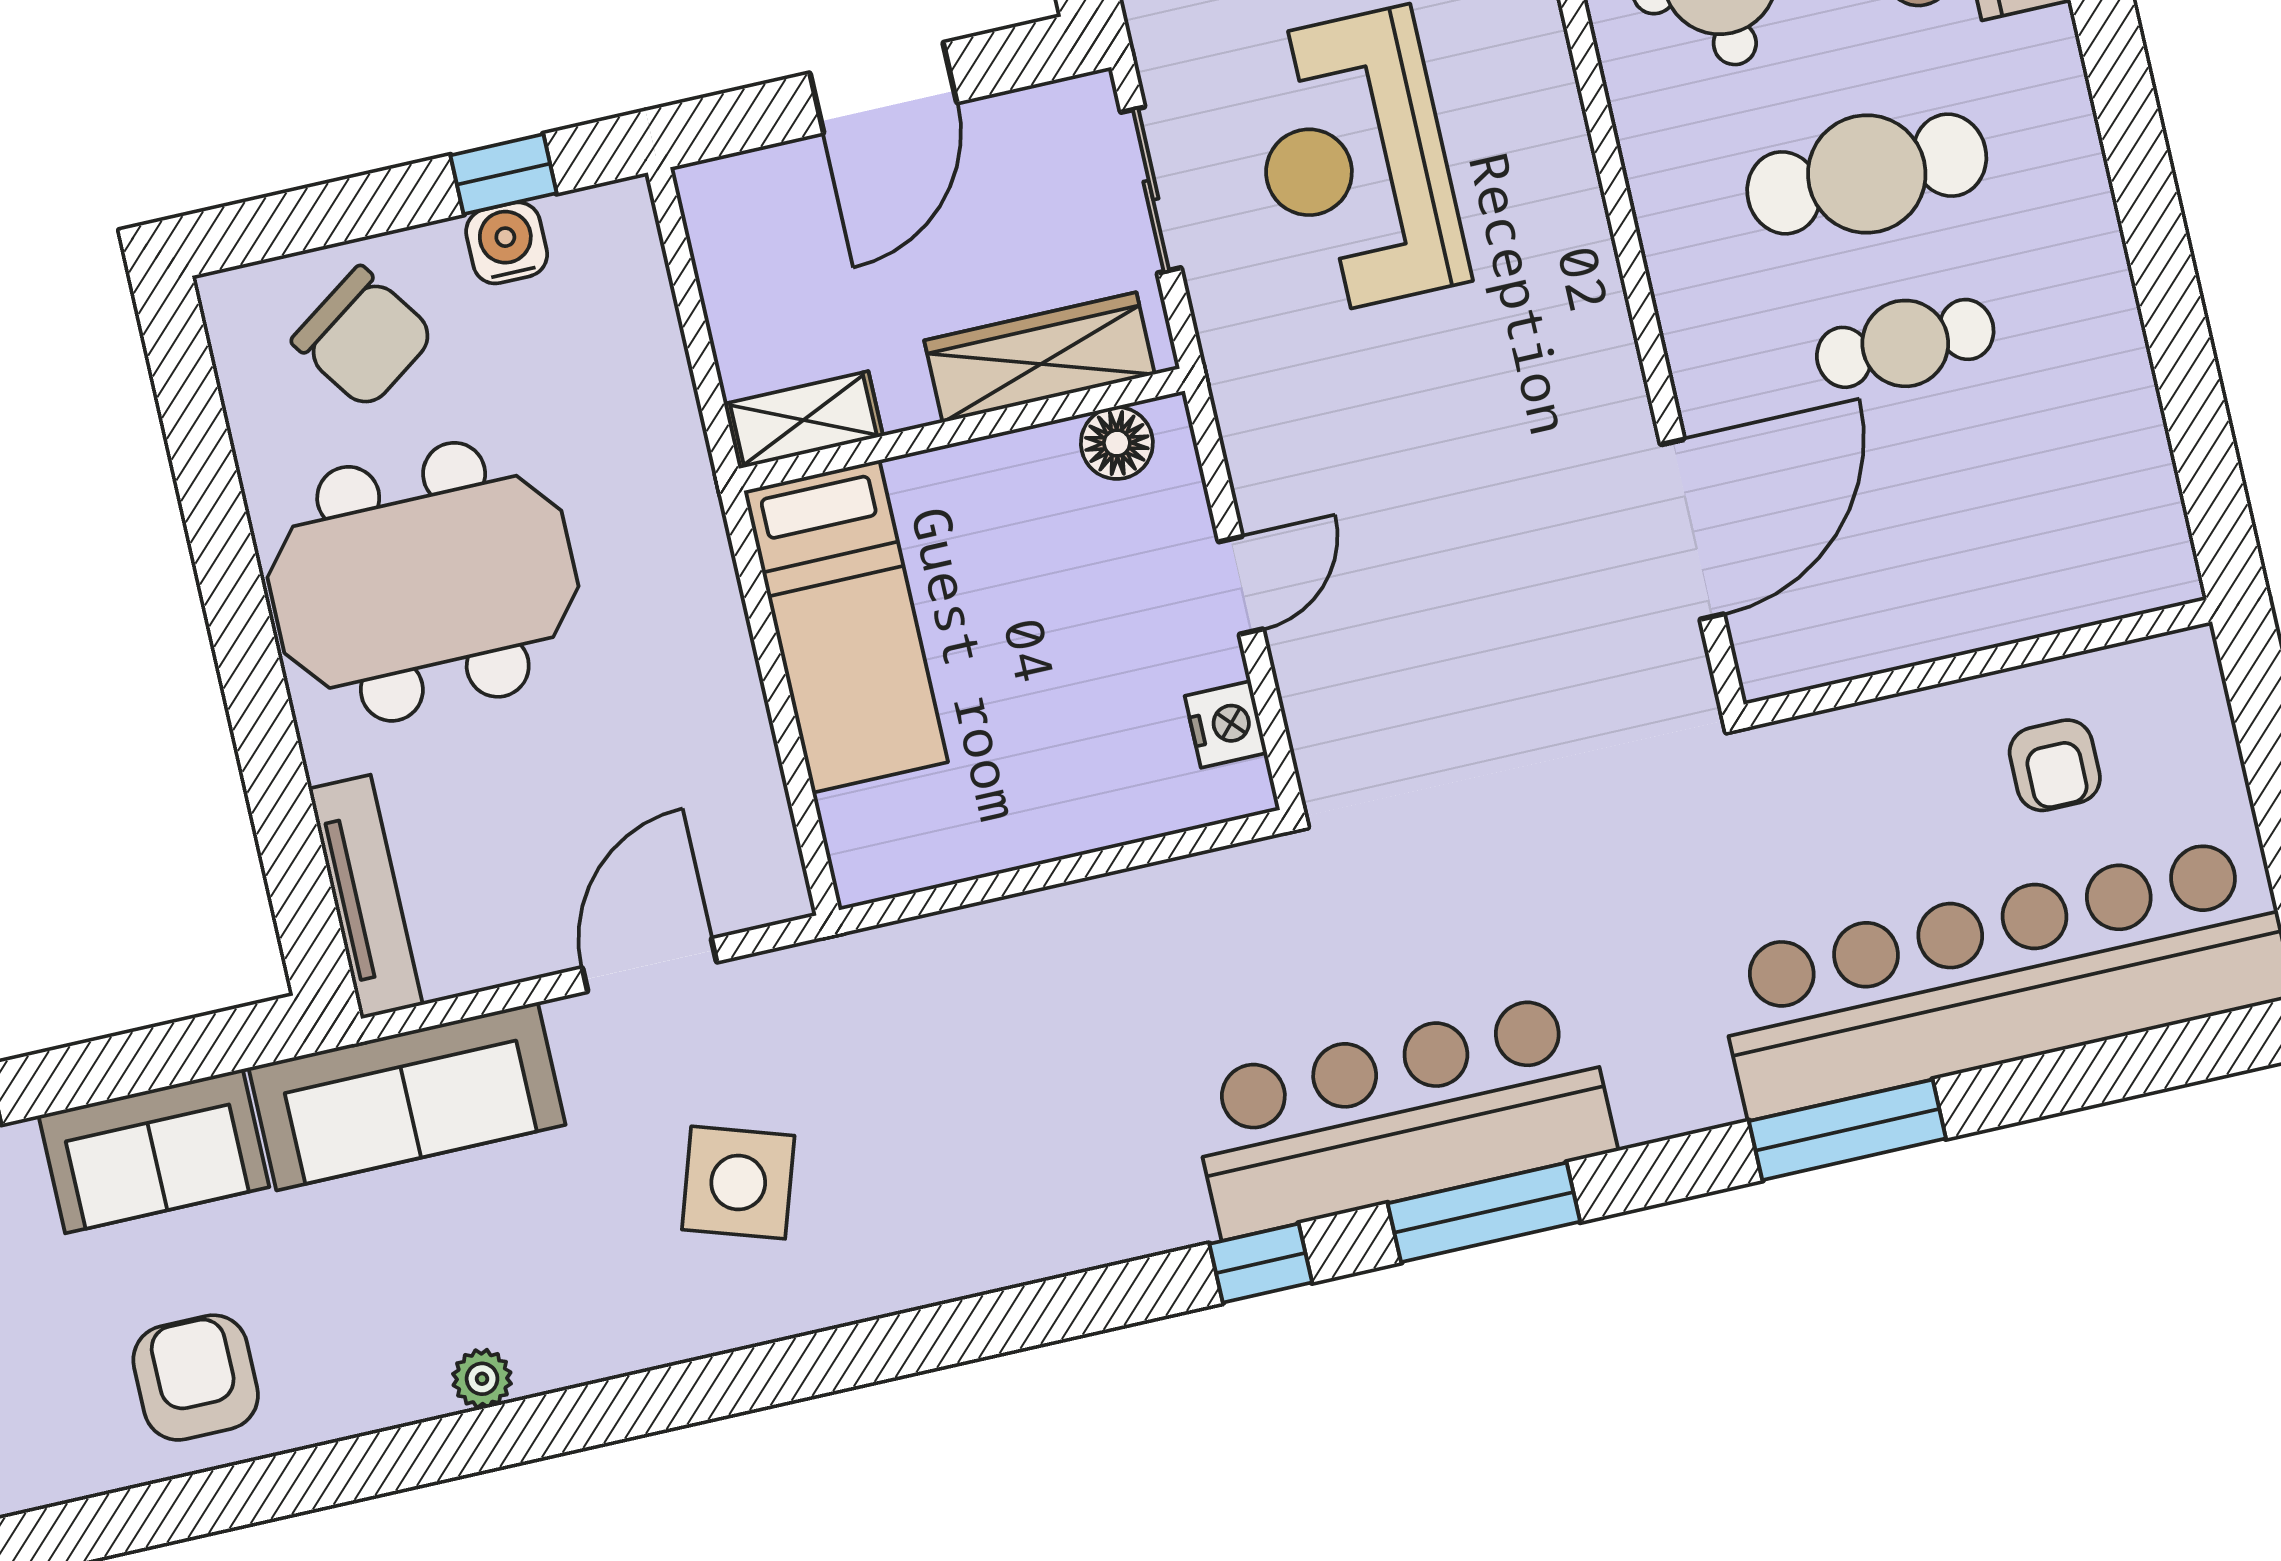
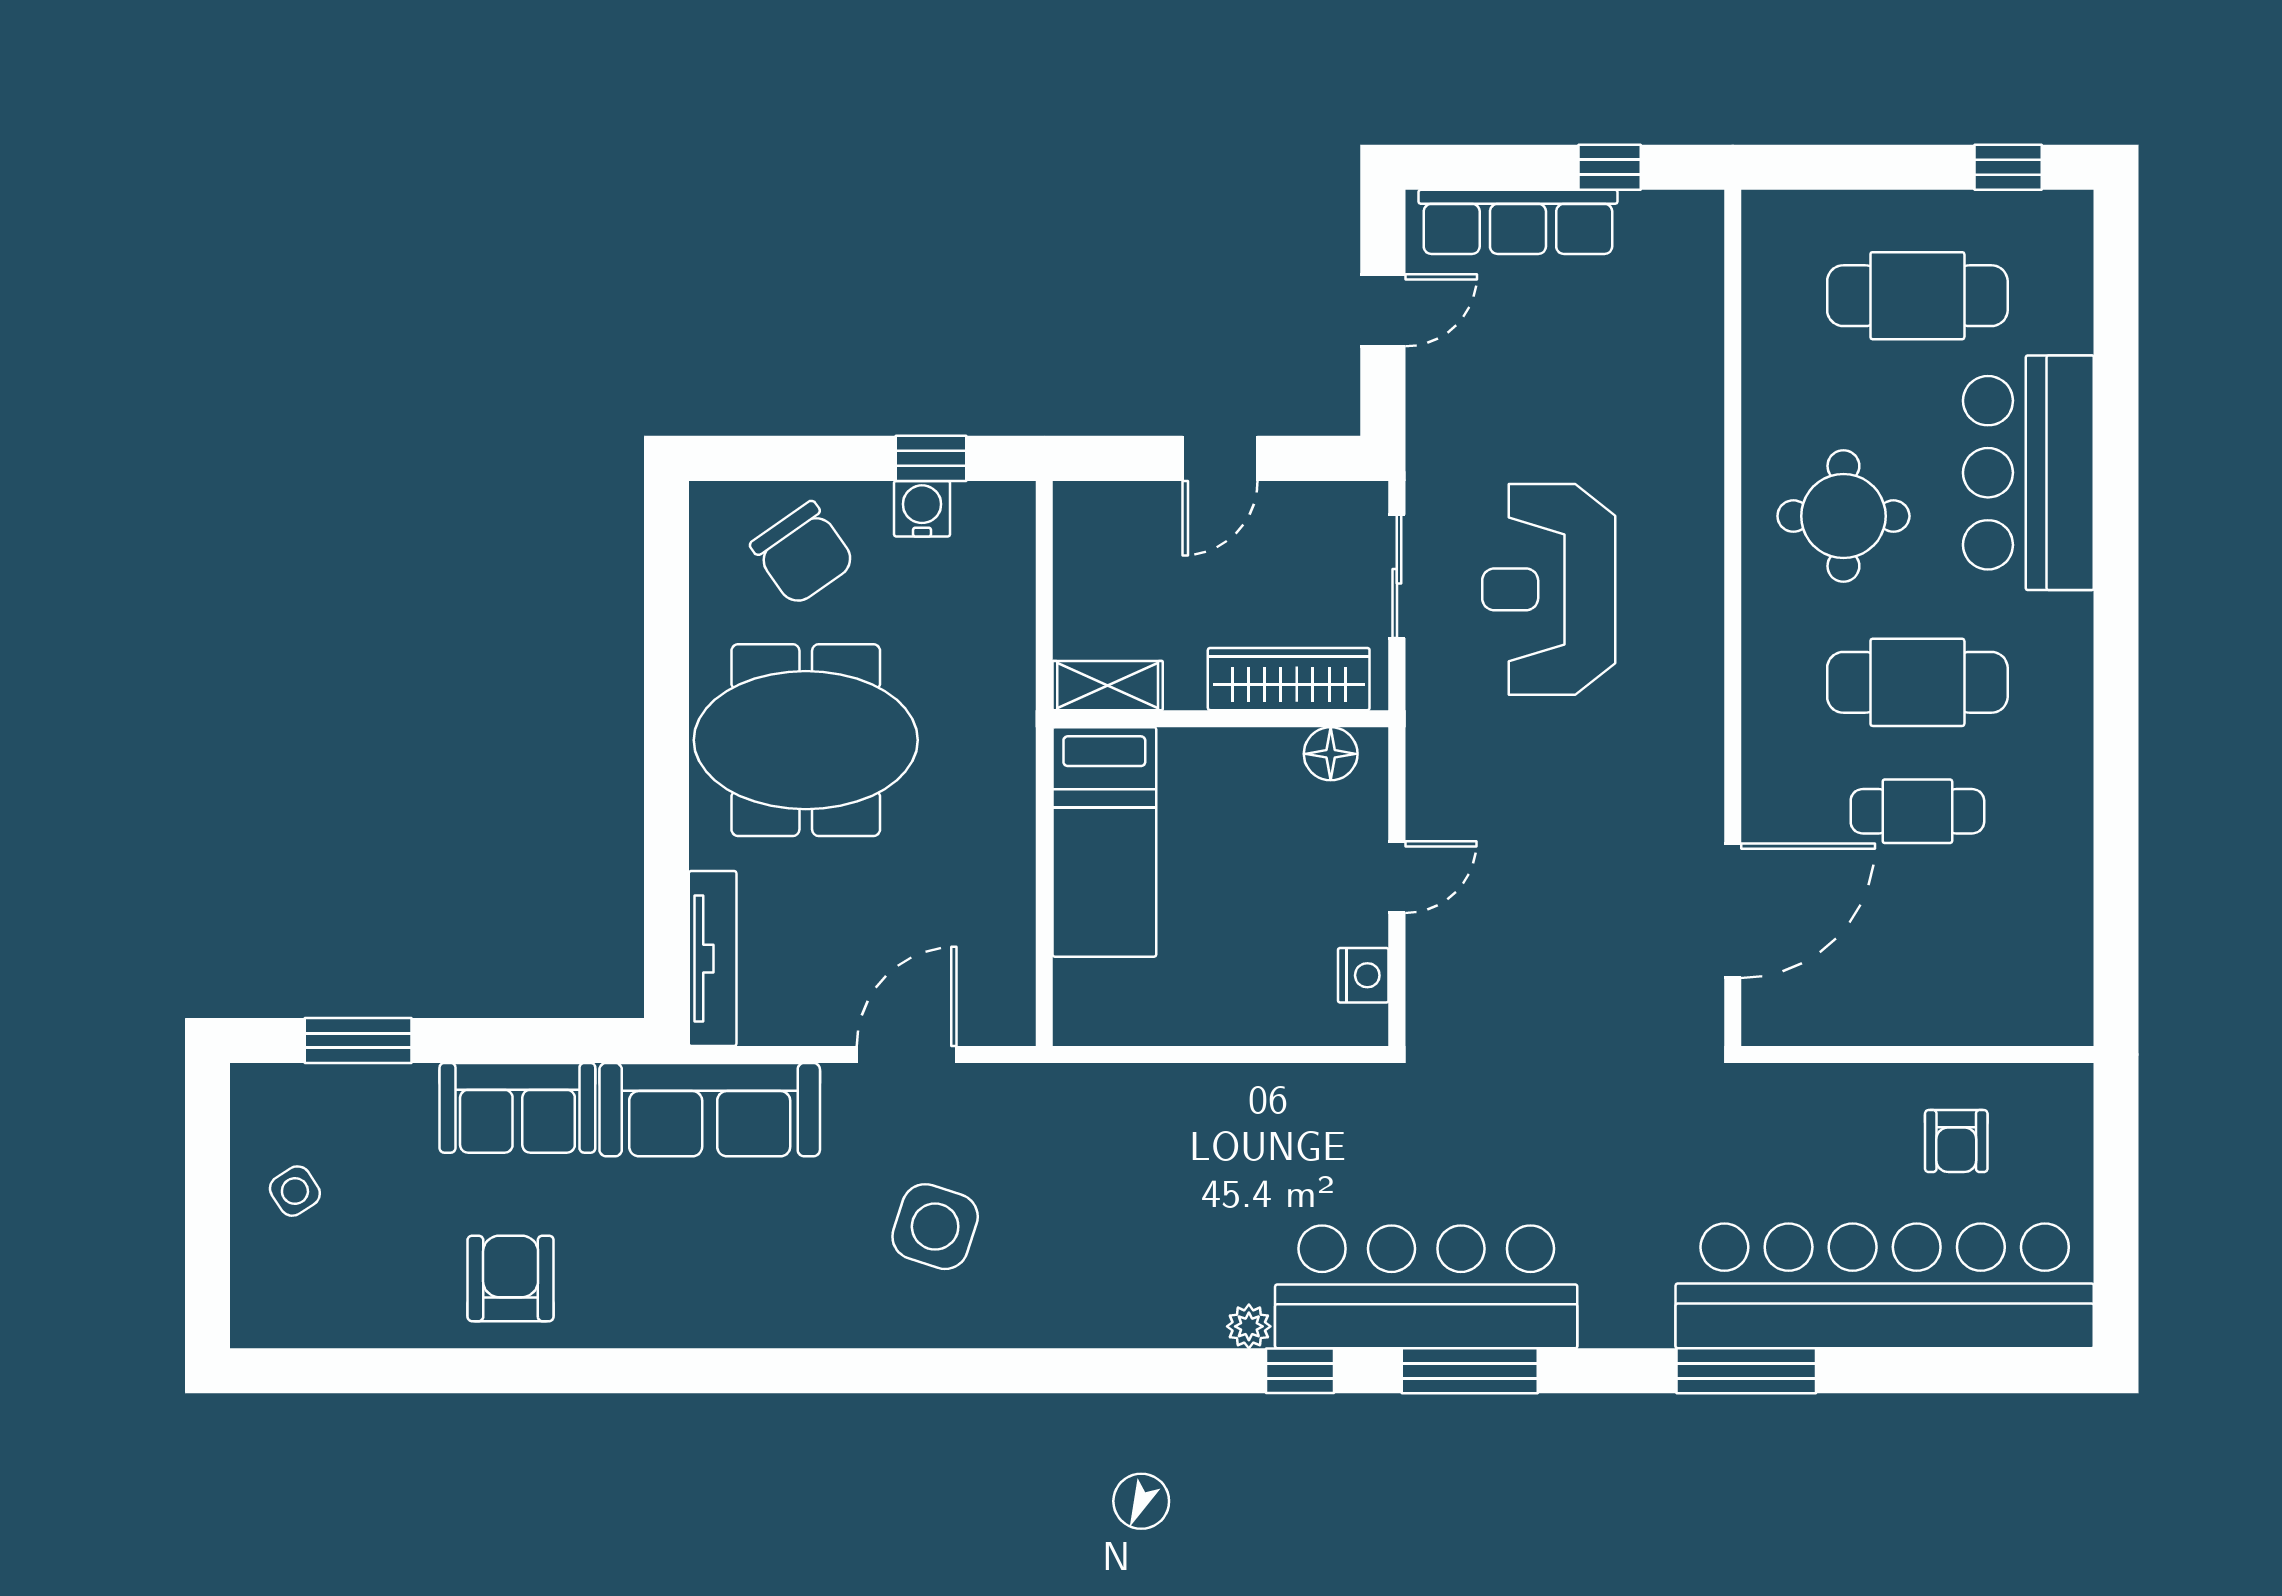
door: (883, 88) -> (1220, 458), width x0.73
plant: (482, 1379) -> (1249, 1326), moved

